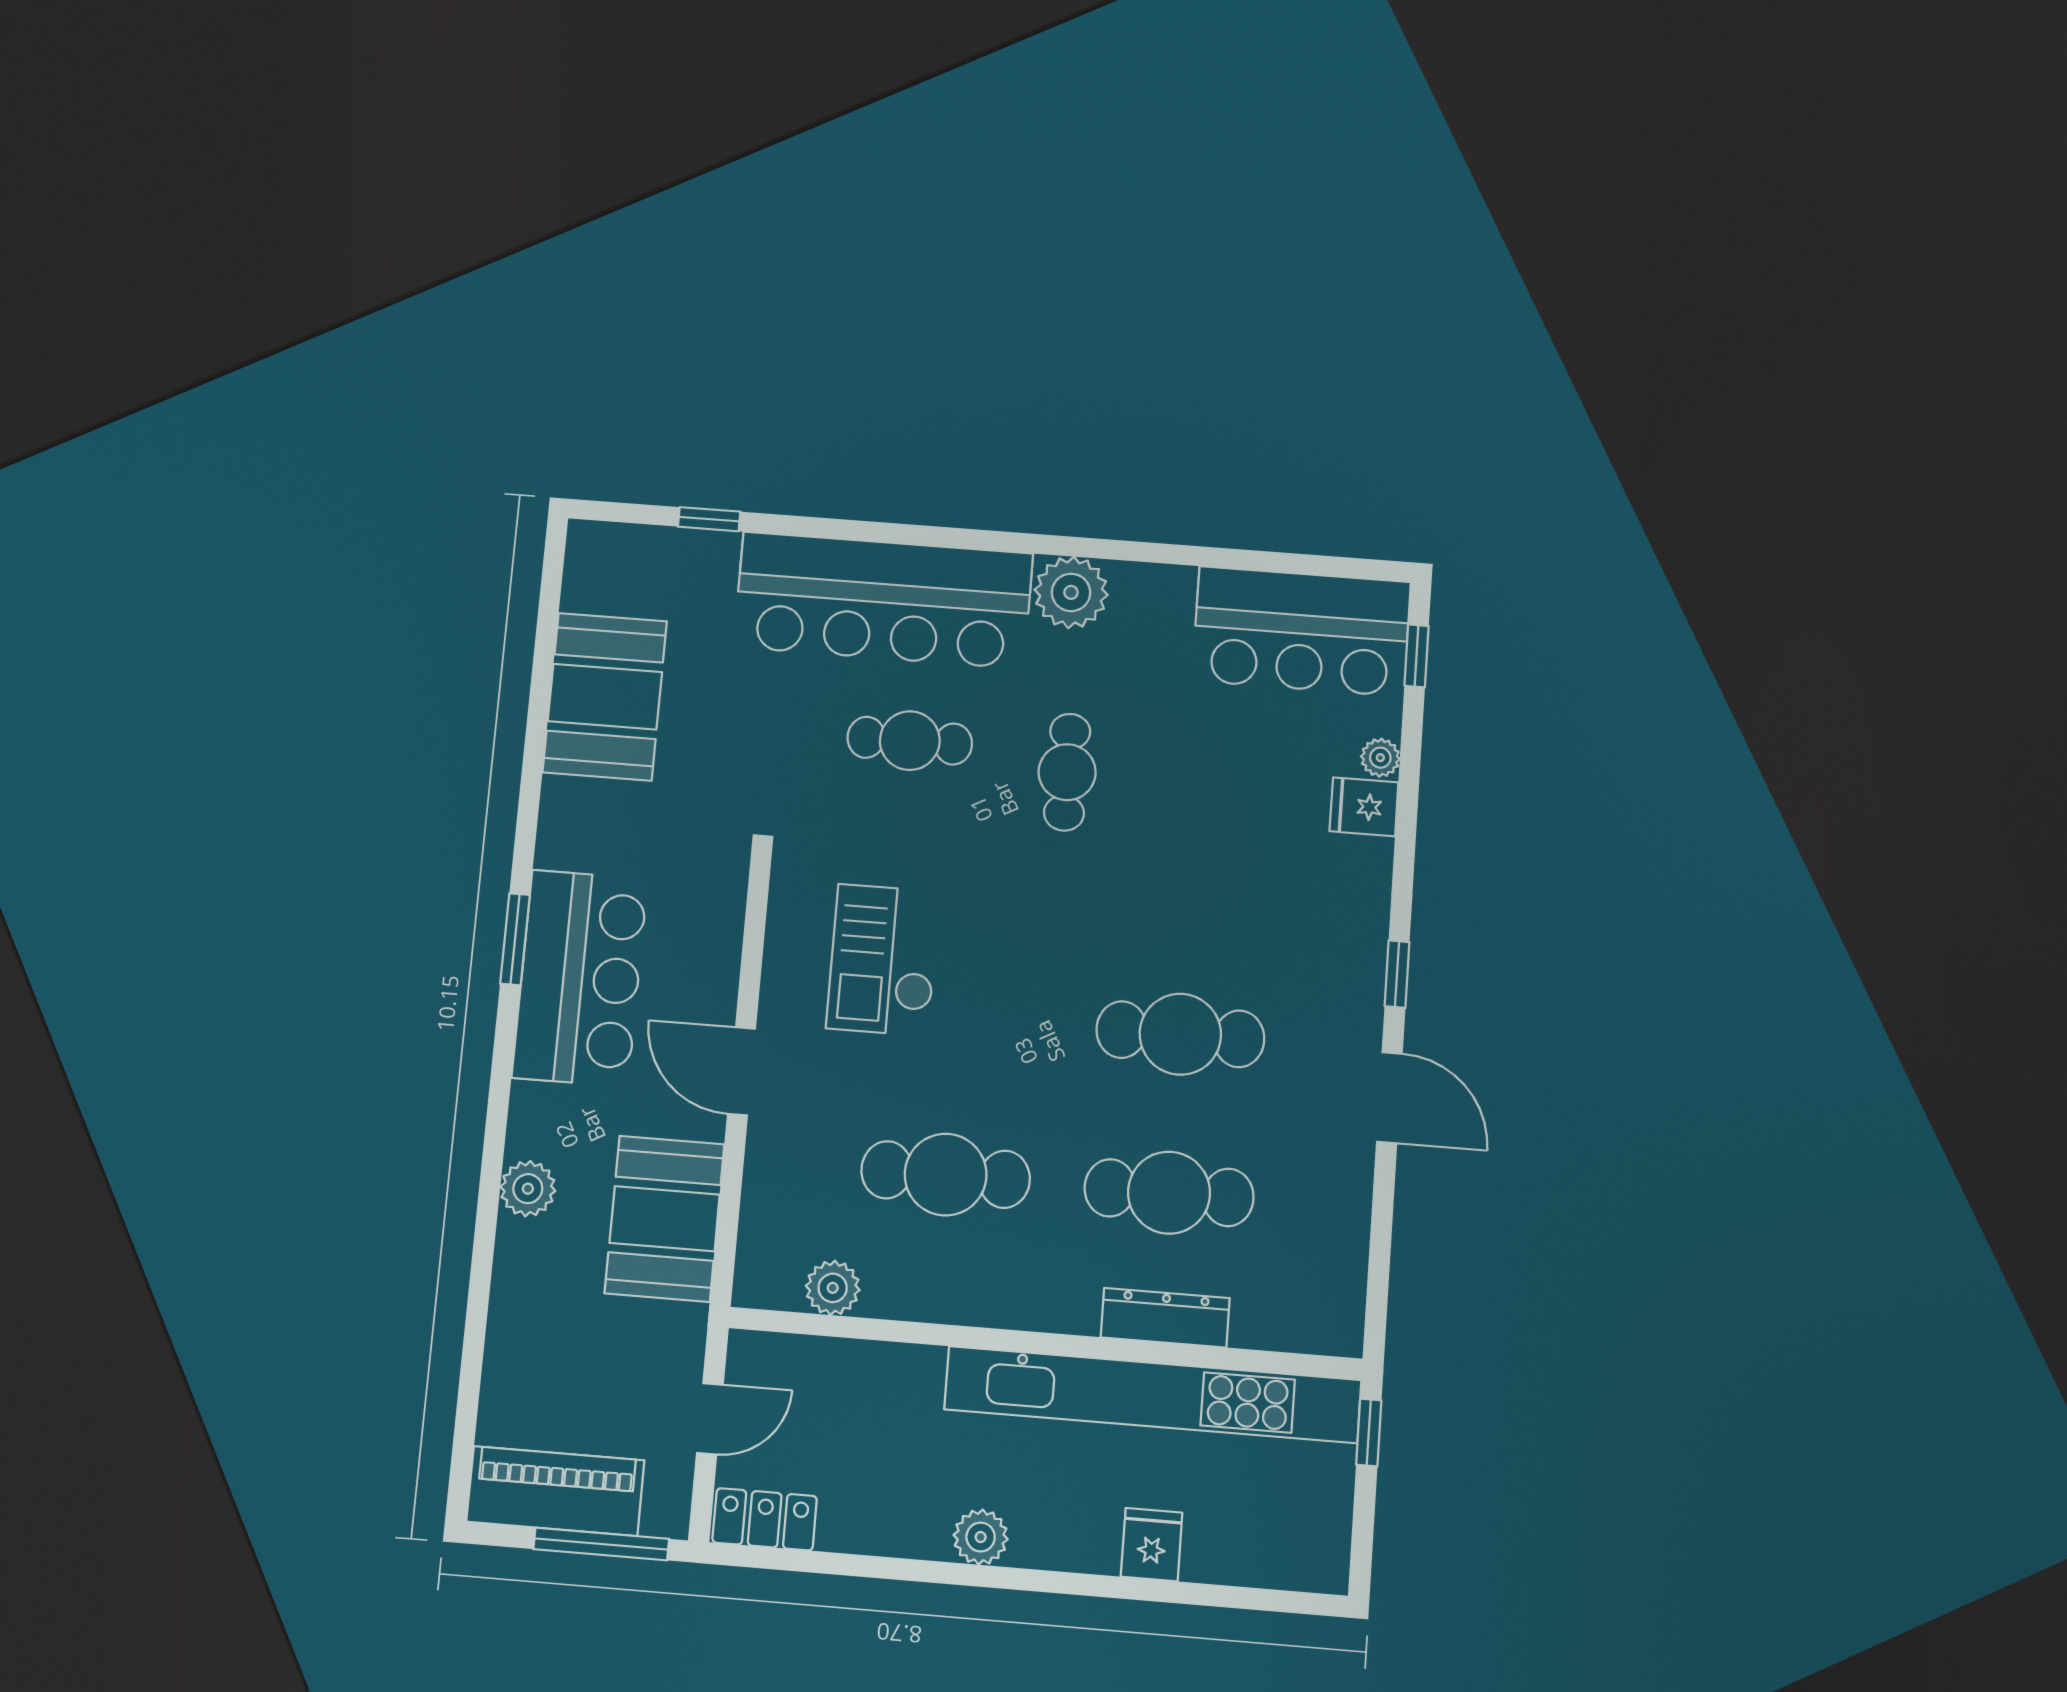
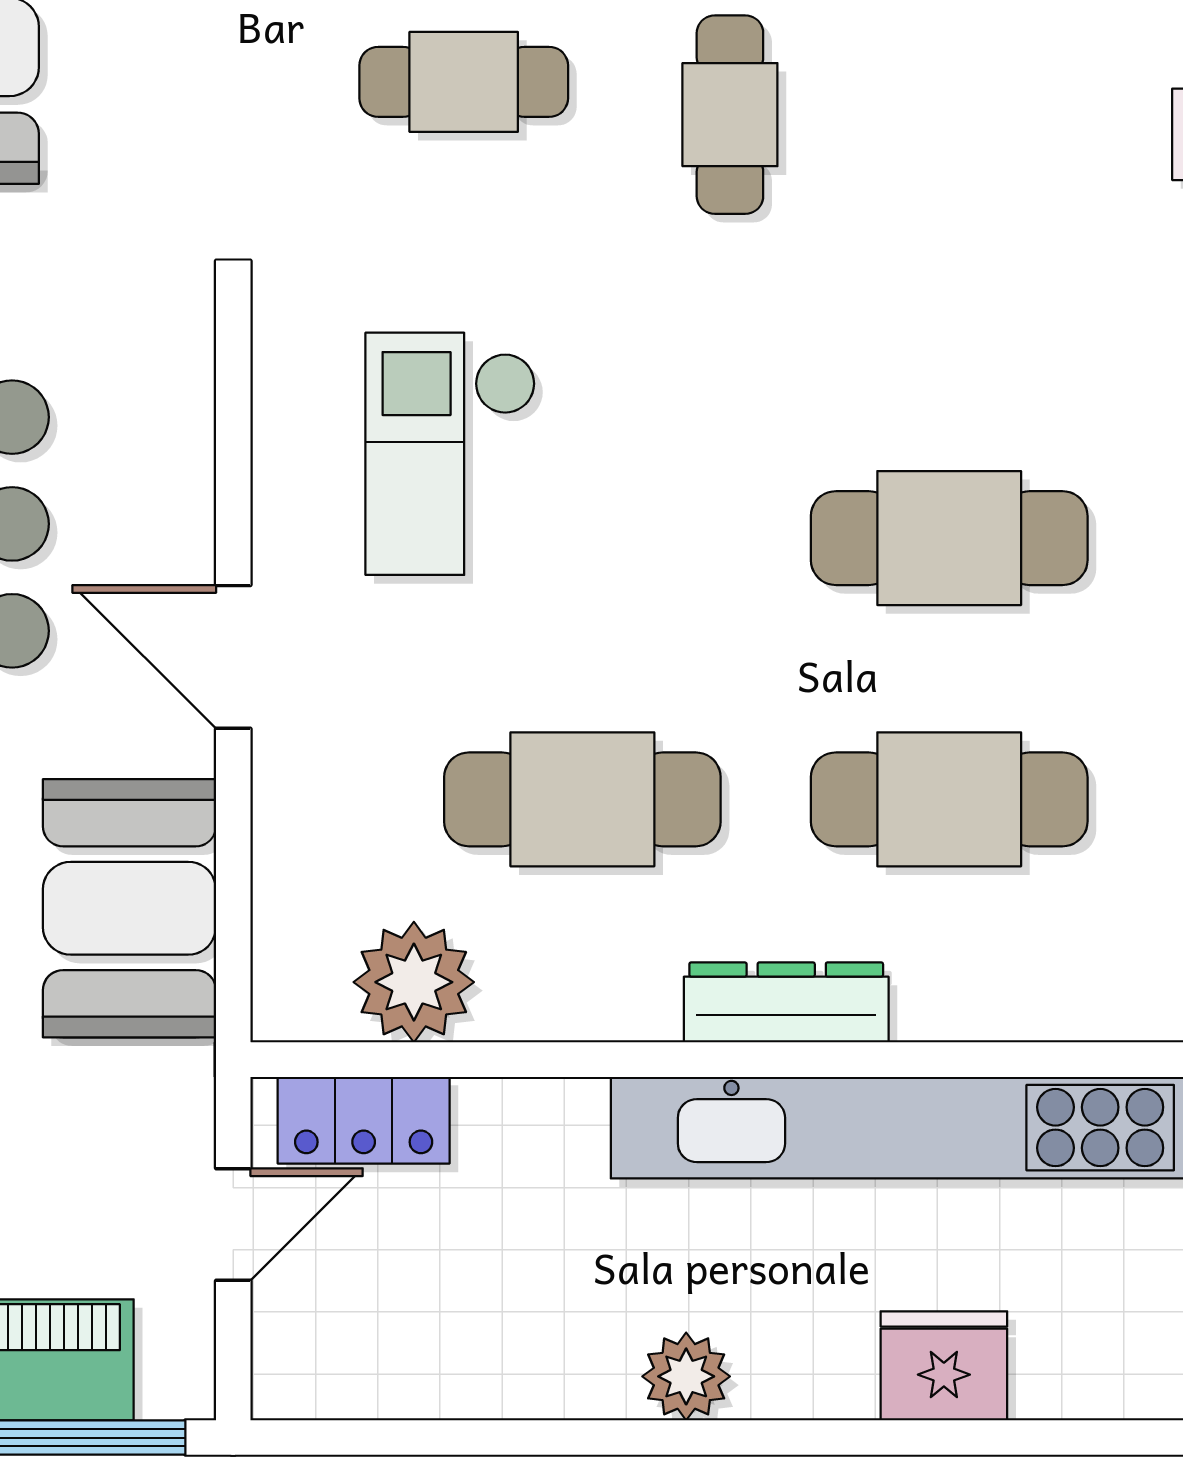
plant: (833, 1288) -> (414, 982), width x1.36, depth x1.36
dresser: (1165, 1318) -> (786, 1002), moved
locker: (765, 1519) -> (364, 1120), moved, turned 180
fridge: (1152, 1545) -> (944, 1366), width x1.38

